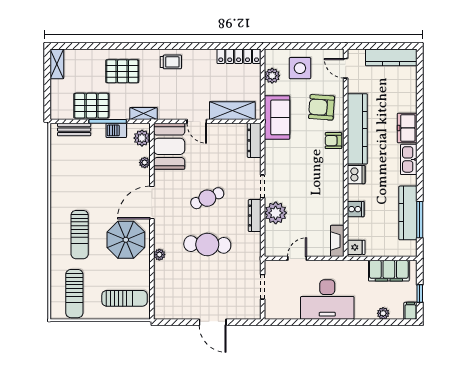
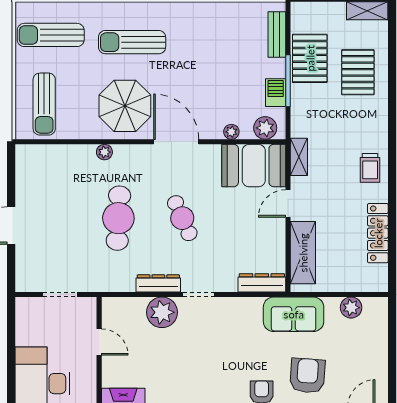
locker: (239, 56) -> (378, 233), moved
side table: (300, 68) -> (362, 346), removed
pallet: (122, 71) -> (358, 72), moved
shelving: (144, 114) -> (299, 157), moved

